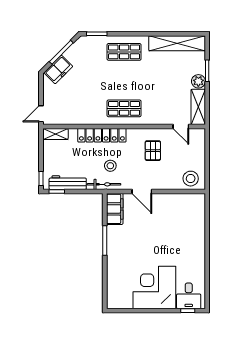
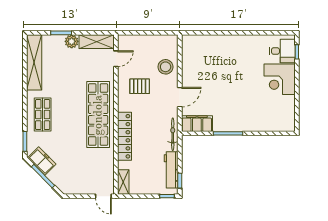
freezer: (58, 69) -> (42, 161), moved
shop shelf: (124, 108) -> (98, 115), width x2.00, depth x1.36
stool: (110, 166) -> (154, 128), removed
stool: (191, 179) -> (166, 67), moved
corner desk: (154, 287) -> (280, 79), width x0.74, depth x0.74

